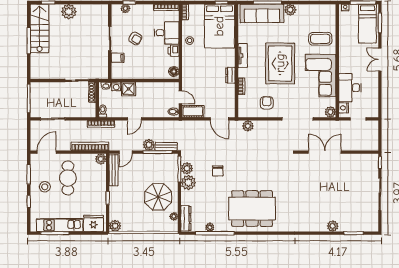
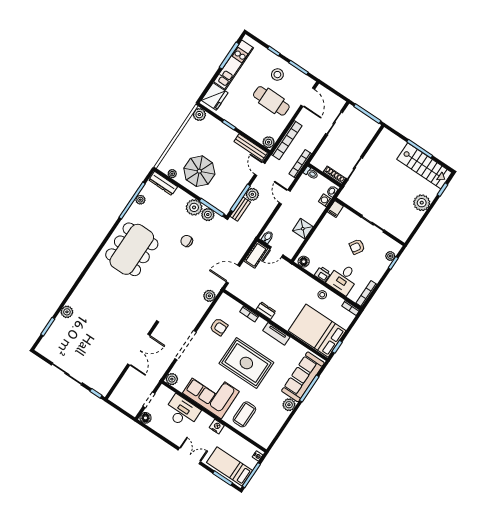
filing cabinet: (118, 58) -> (335, 209), moved
shower: (128, 89) -> (303, 229), moved
nightstand: (344, 108) -> (217, 427), moved
floor lamp: (373, 112) -> (145, 418), added

